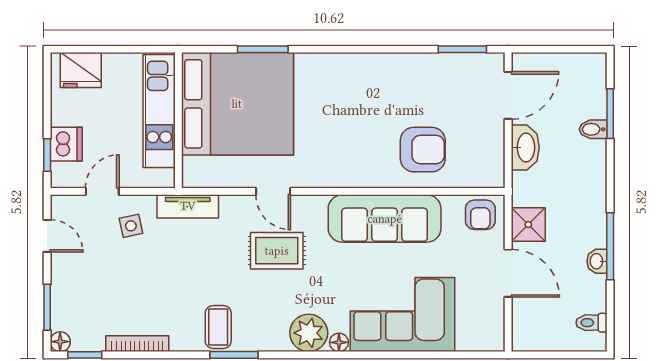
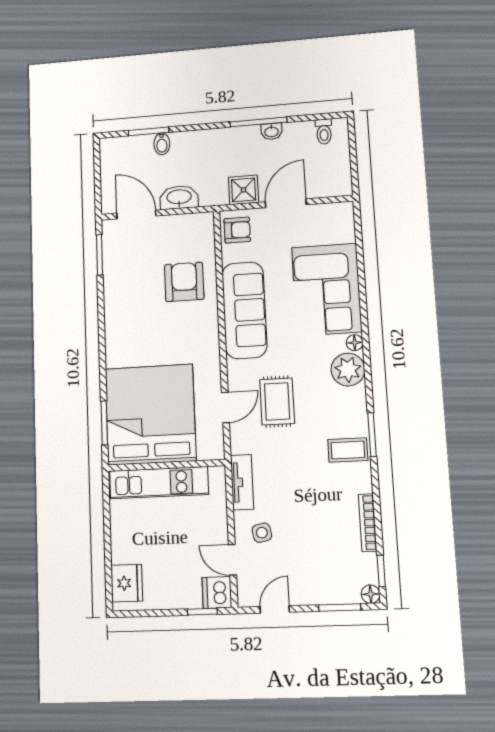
bed: (237, 104) -> (150, 415), moved
kitchen unit: (159, 111) -> (159, 483), moved
wall: (178, 120) -> (166, 465), moved
dishwasher: (66, 144) -> (217, 592), moved, turned -90

